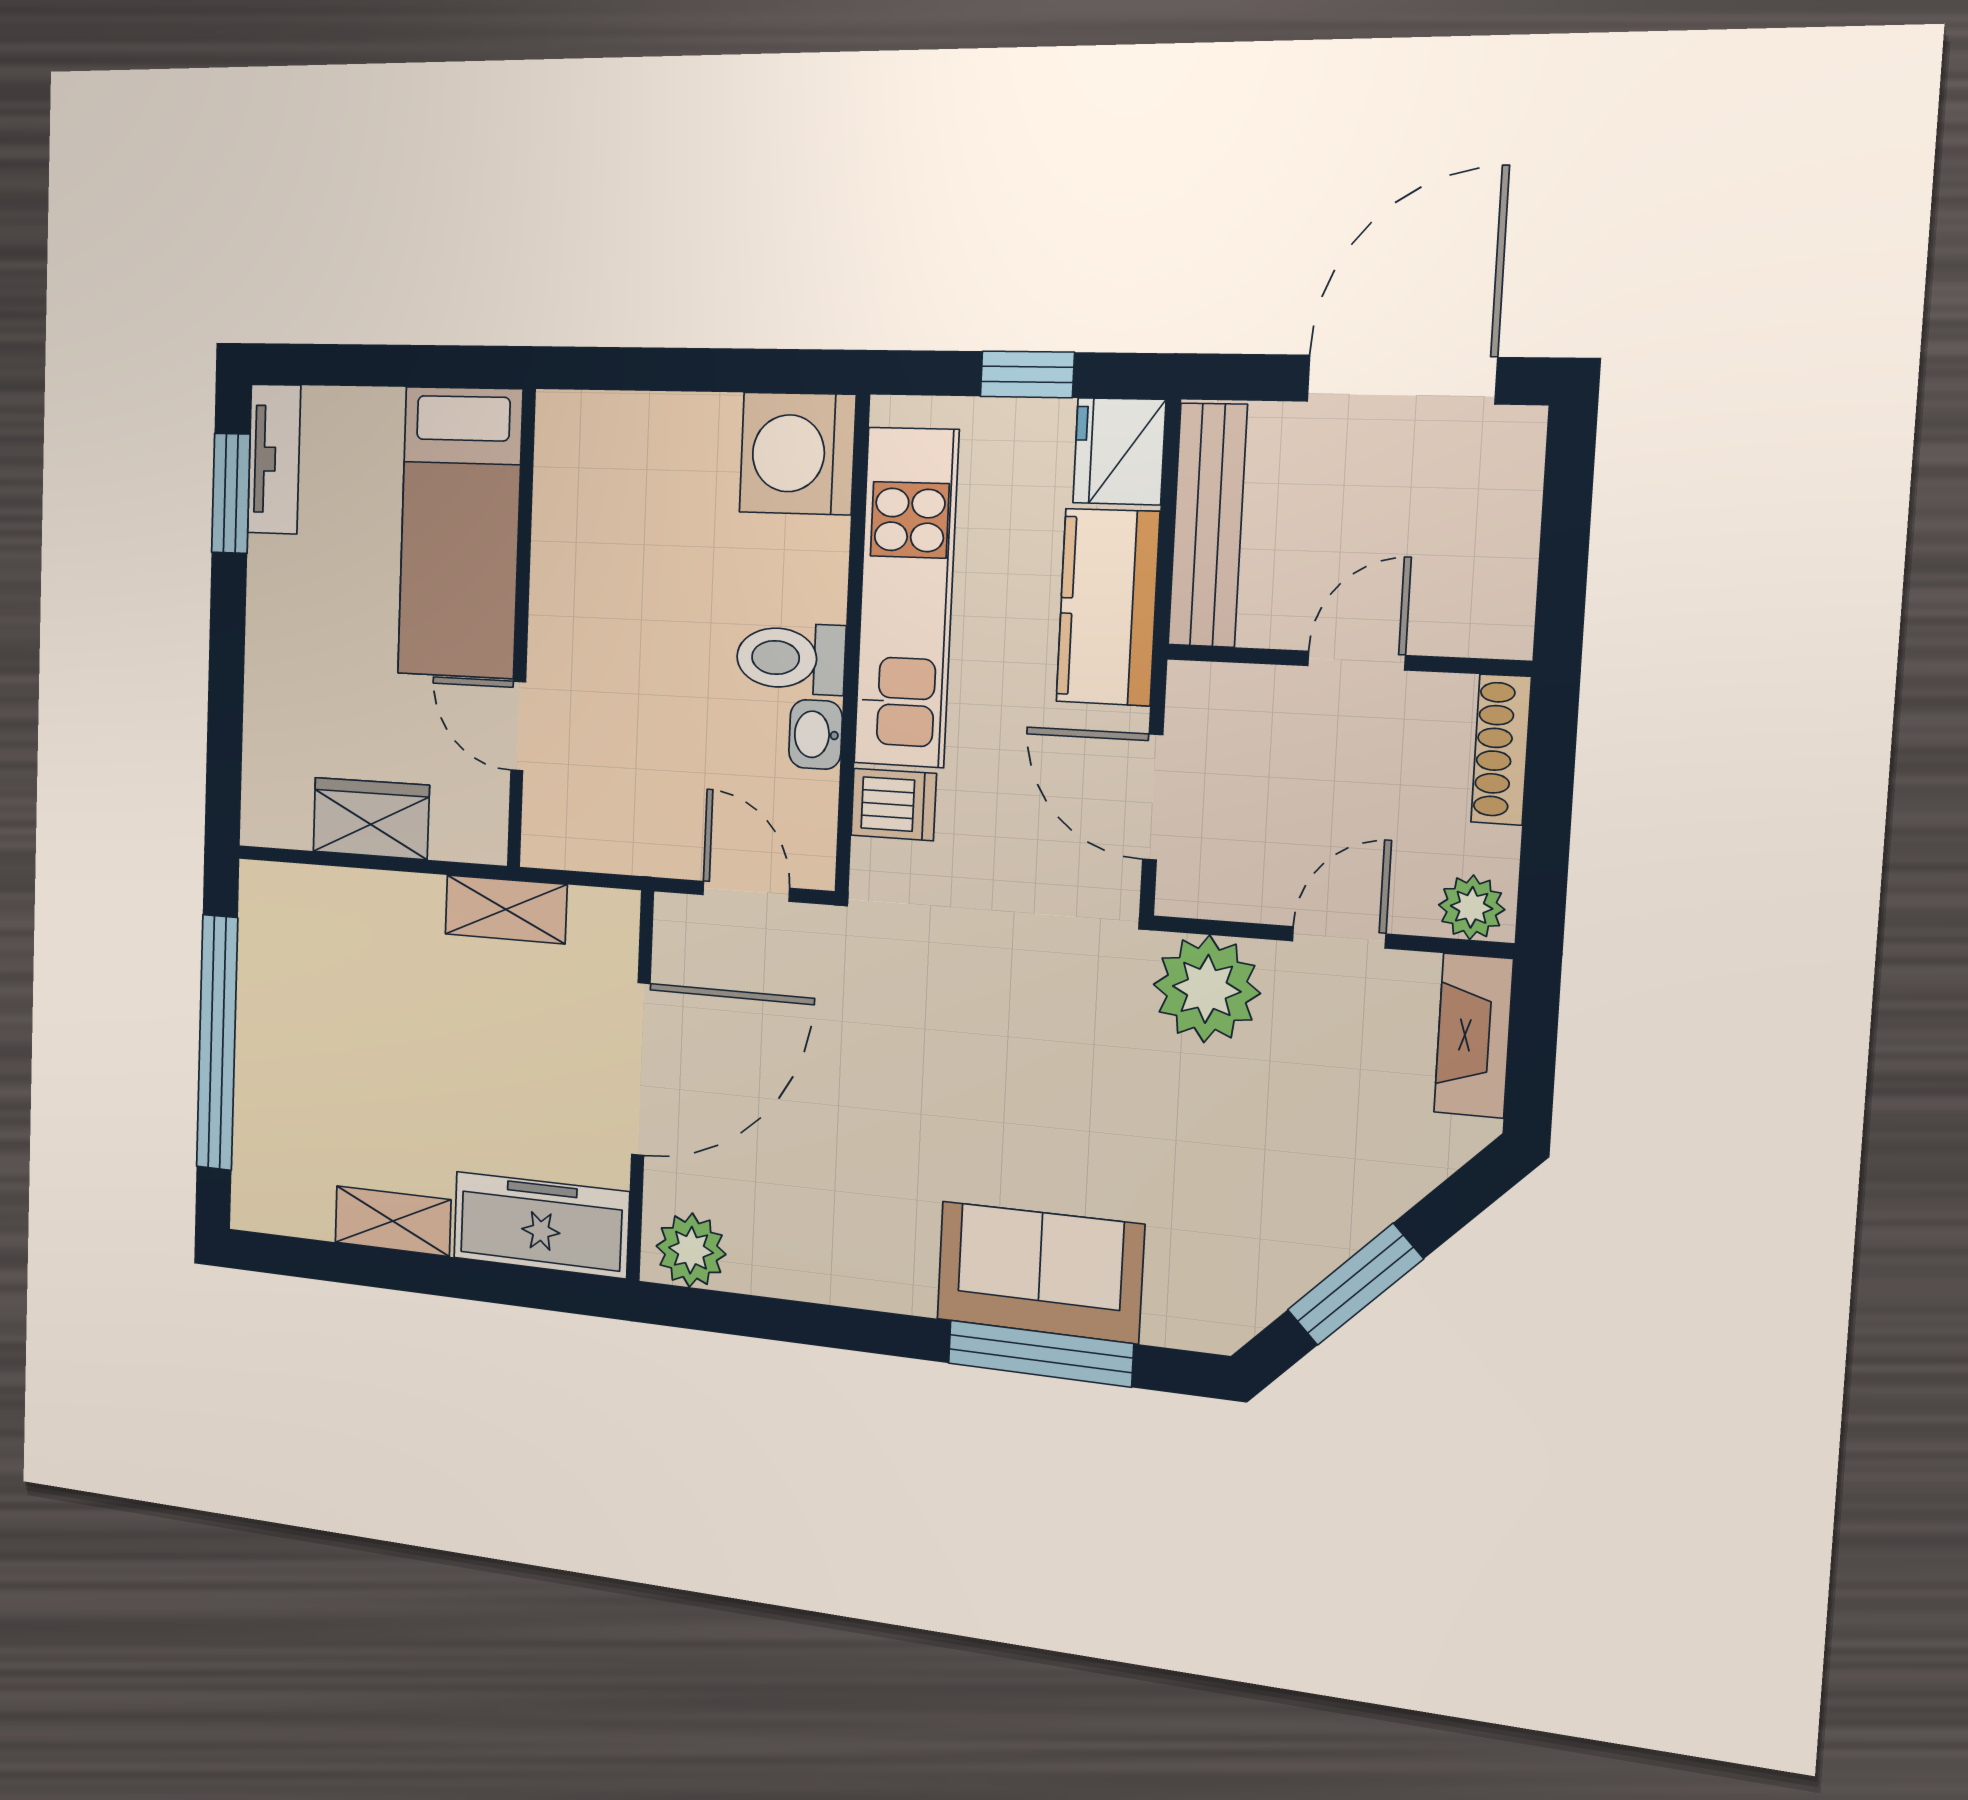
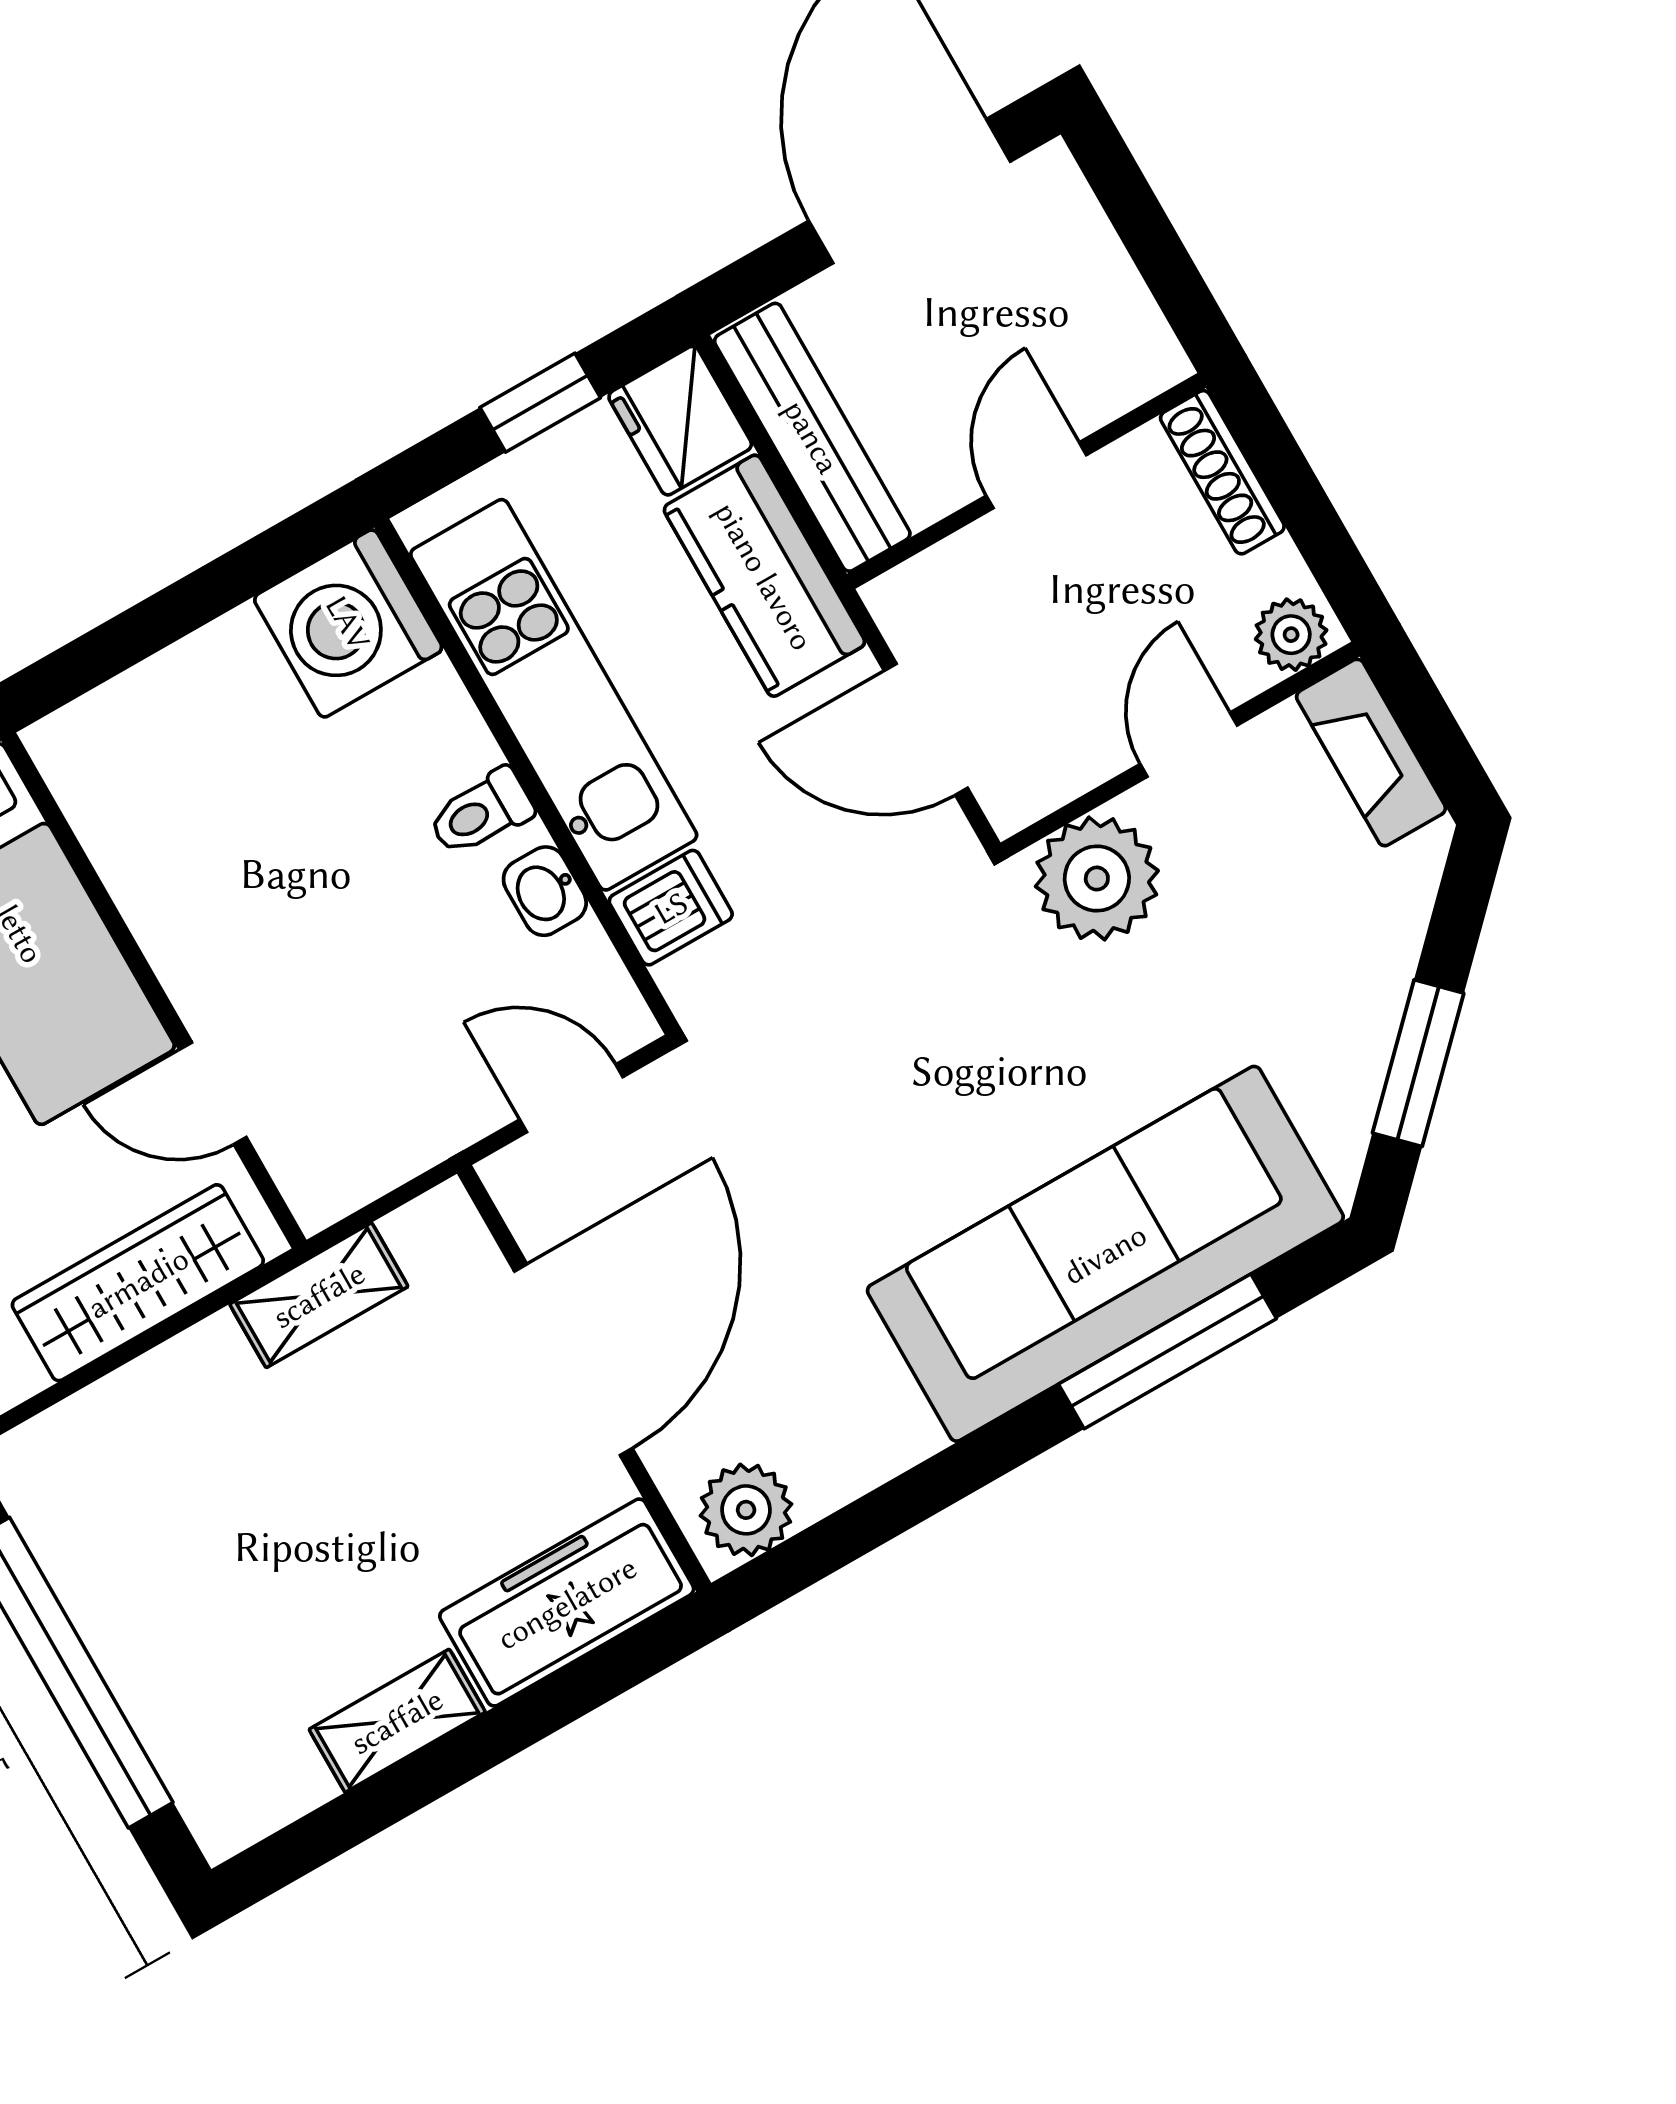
toilet: (791, 658) -> (481, 813), width x0.73, depth x0.72
wardrobe: (371, 818) -> (138, 1283), width x1.50
sofa: (1040, 1272) -> (1105, 1254), width x1.85, depth x1.27

